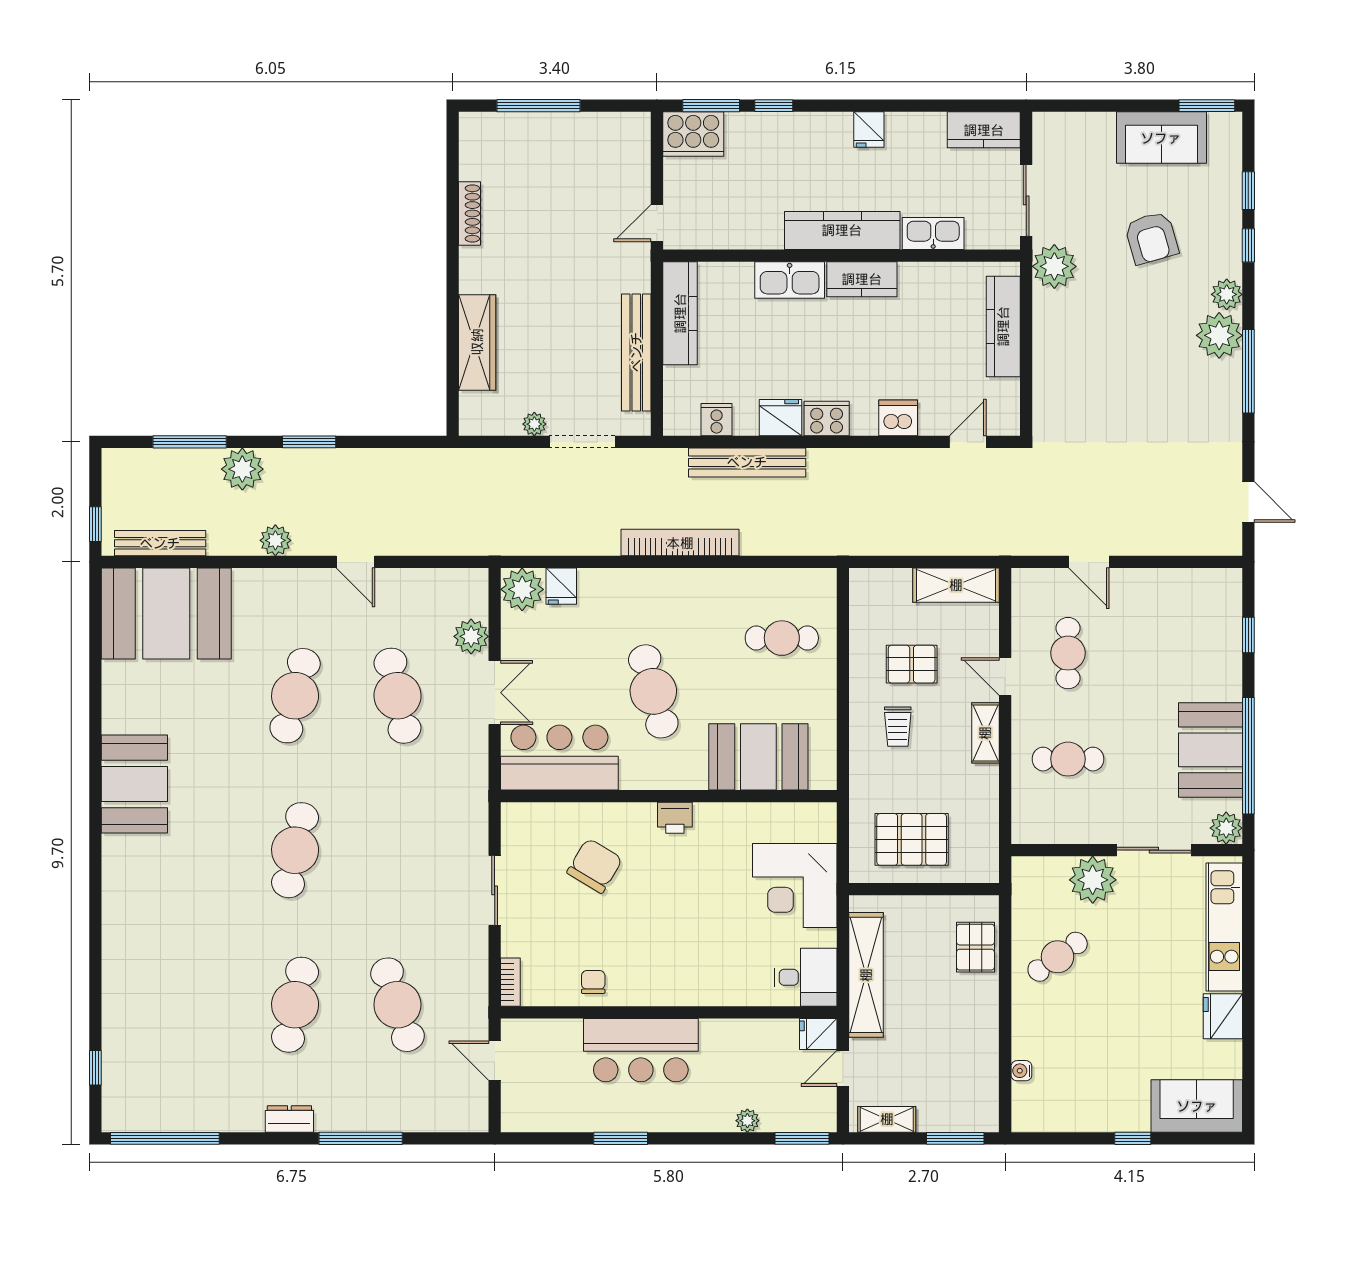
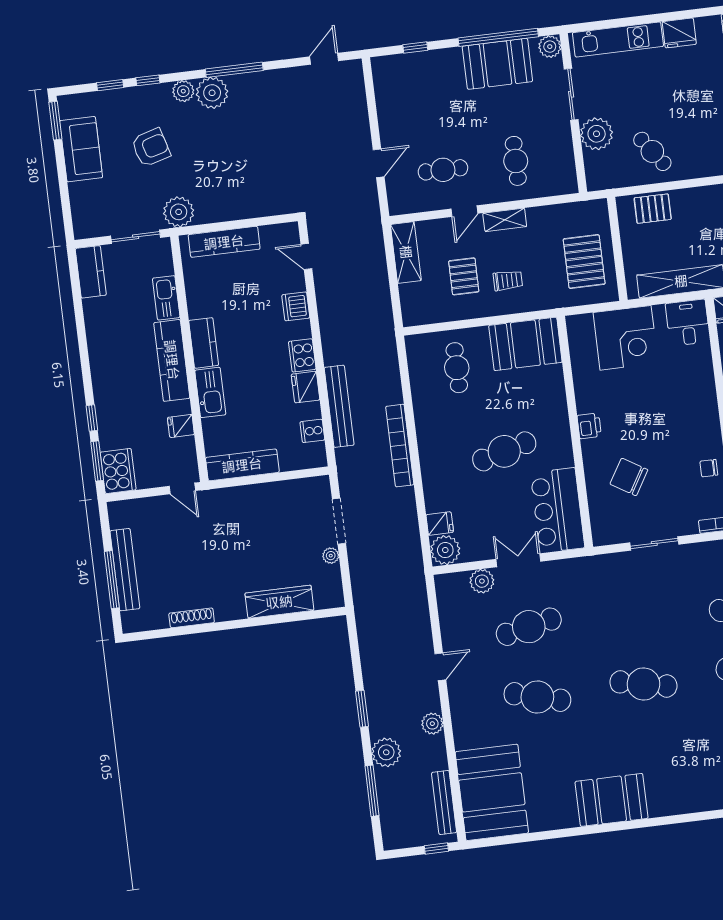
fridge: (869, 129) -> (181, 426), moved, turned 180
bench: (636, 352) -> (125, 570), moved, turned 90
booth: (758, 757) -> (525, 344), moved, turned 90

